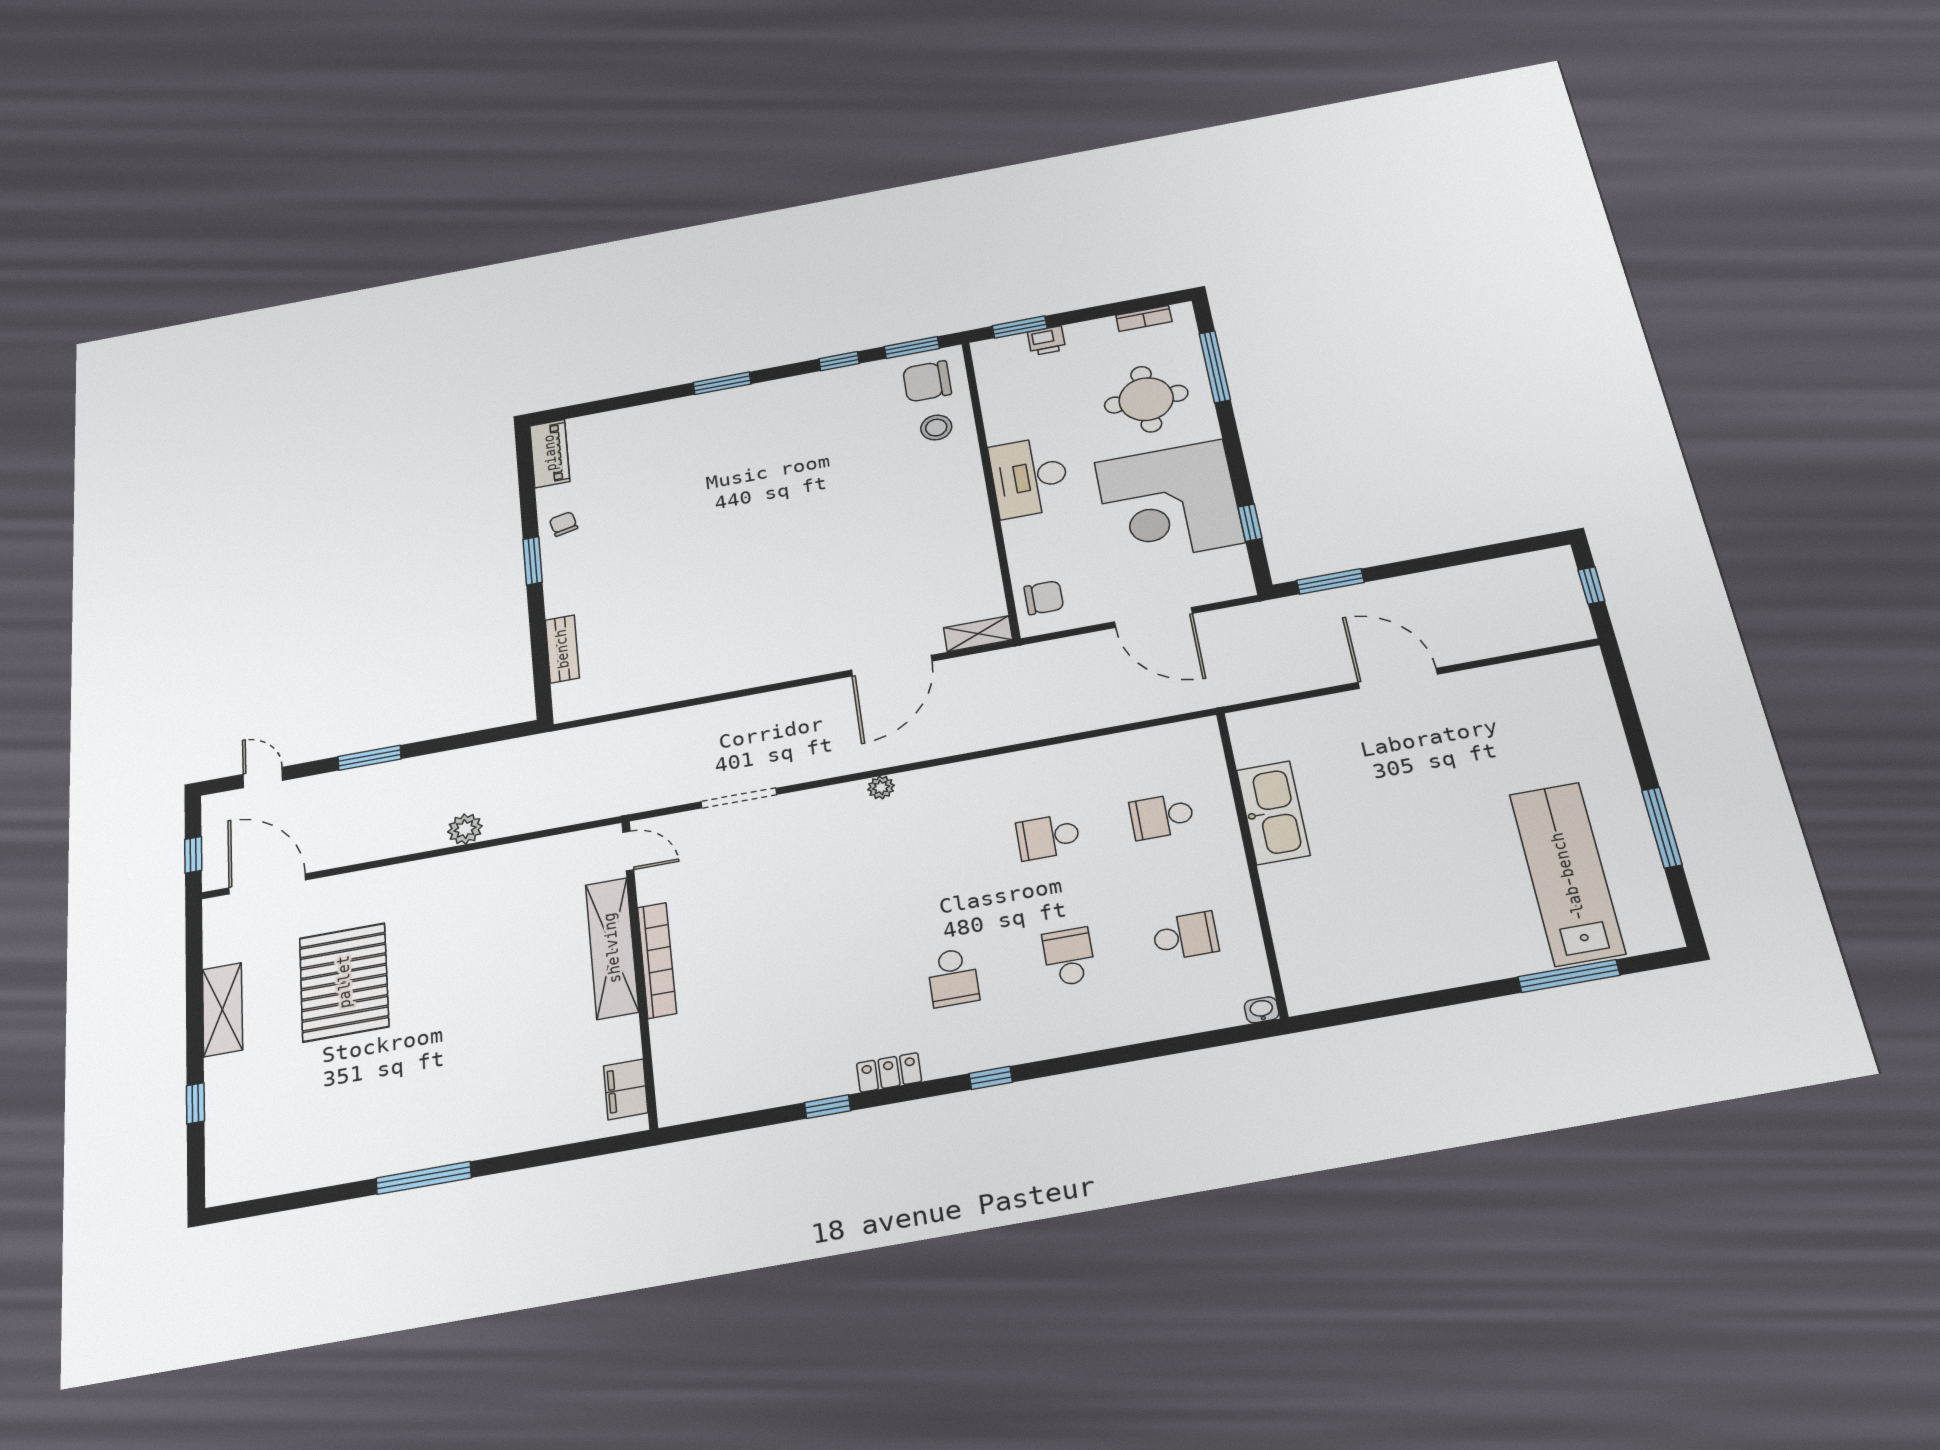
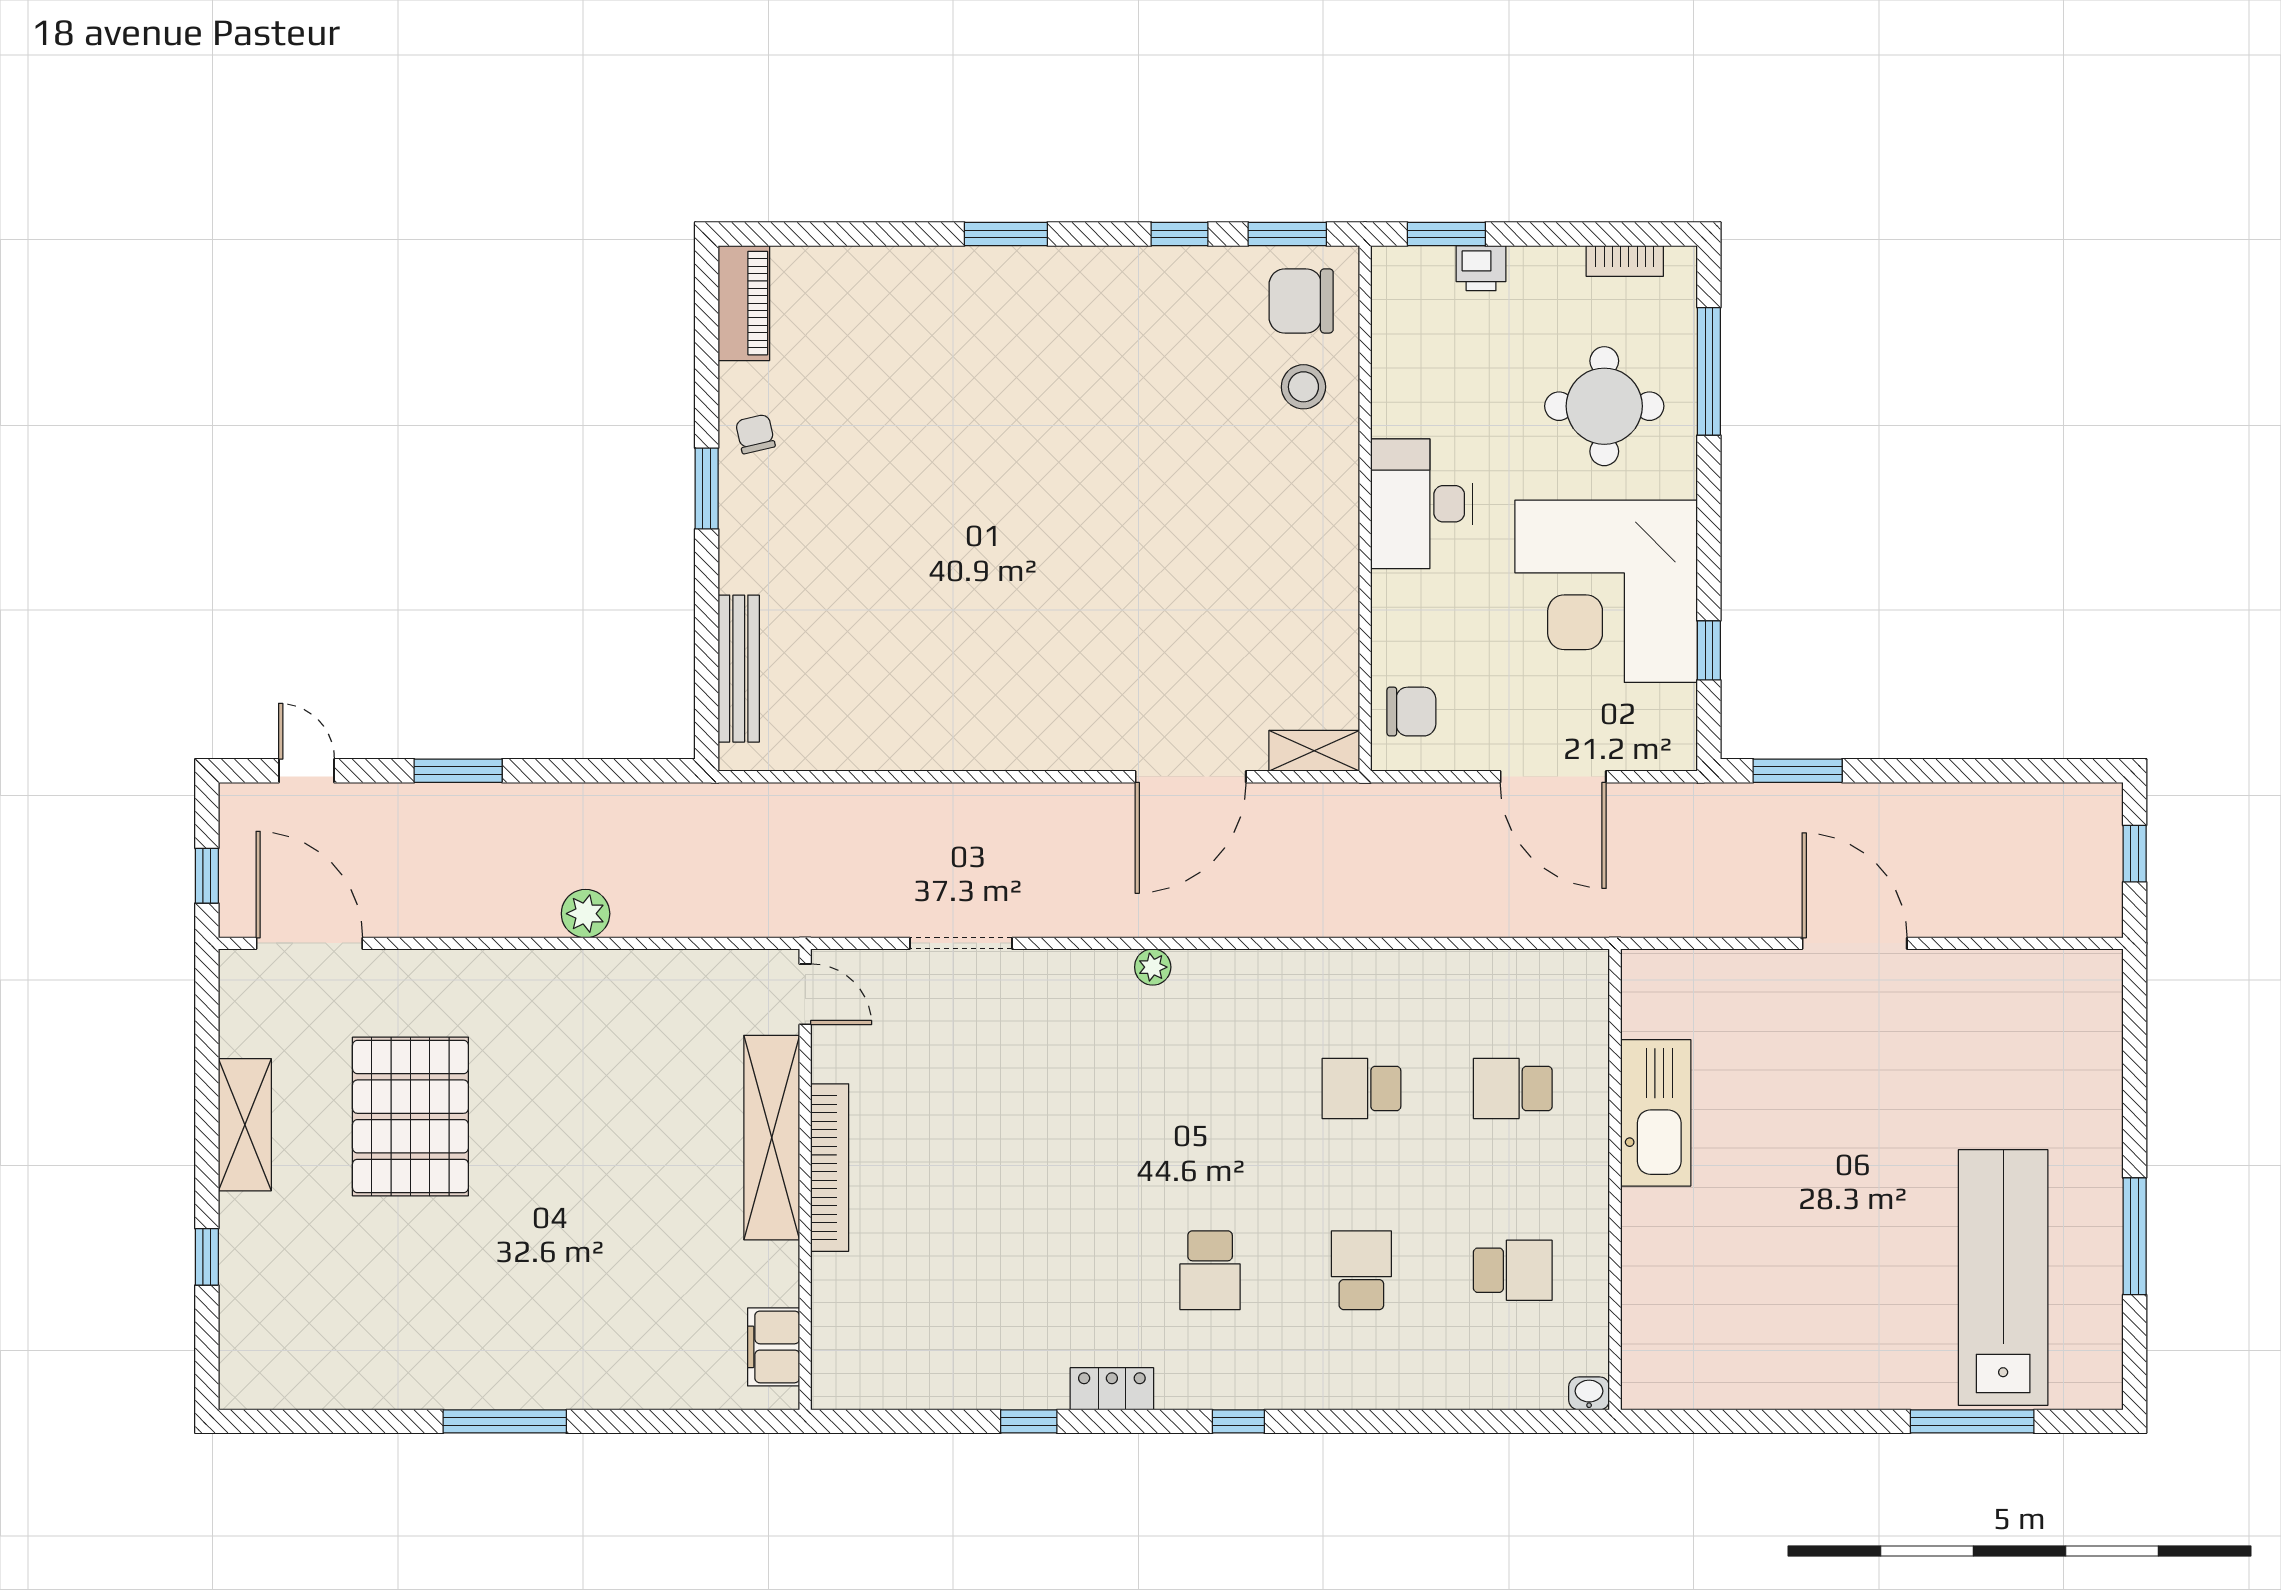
bench: (562, 649) -> (739, 669), width x1.36

